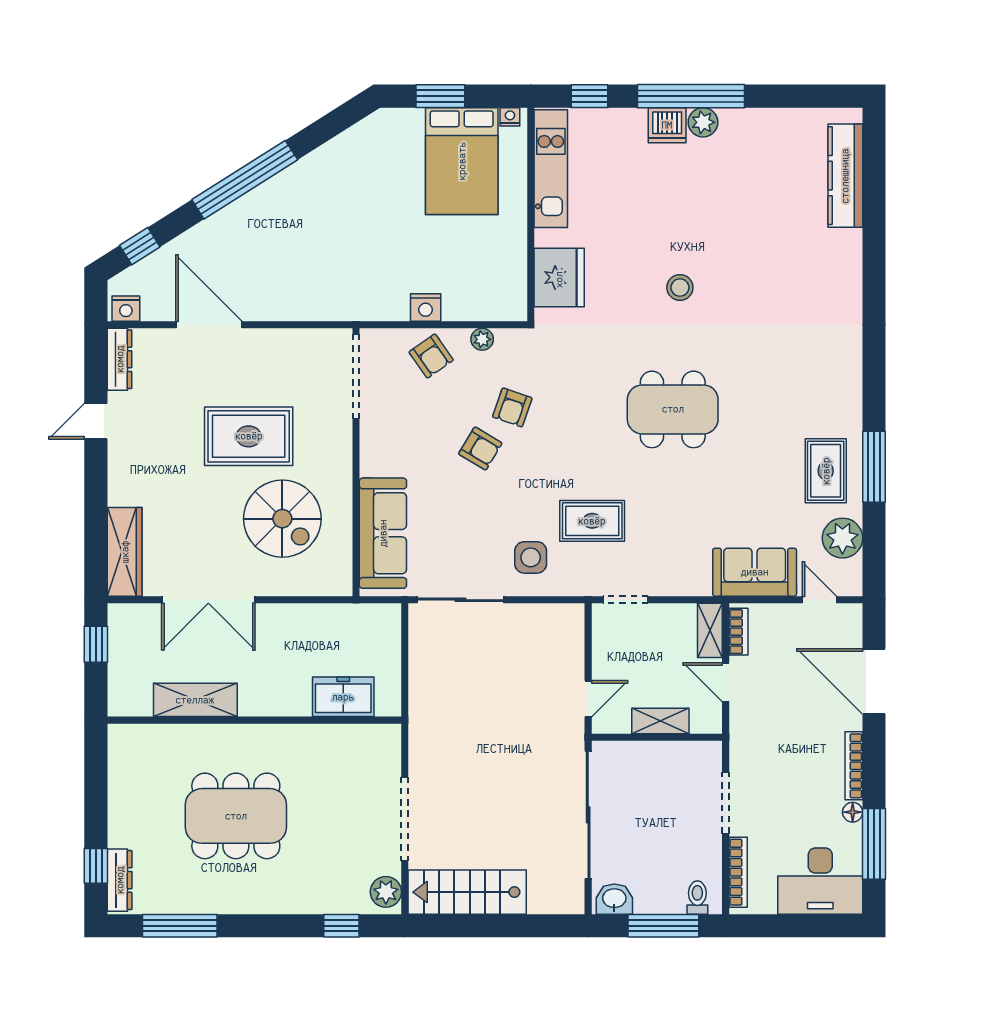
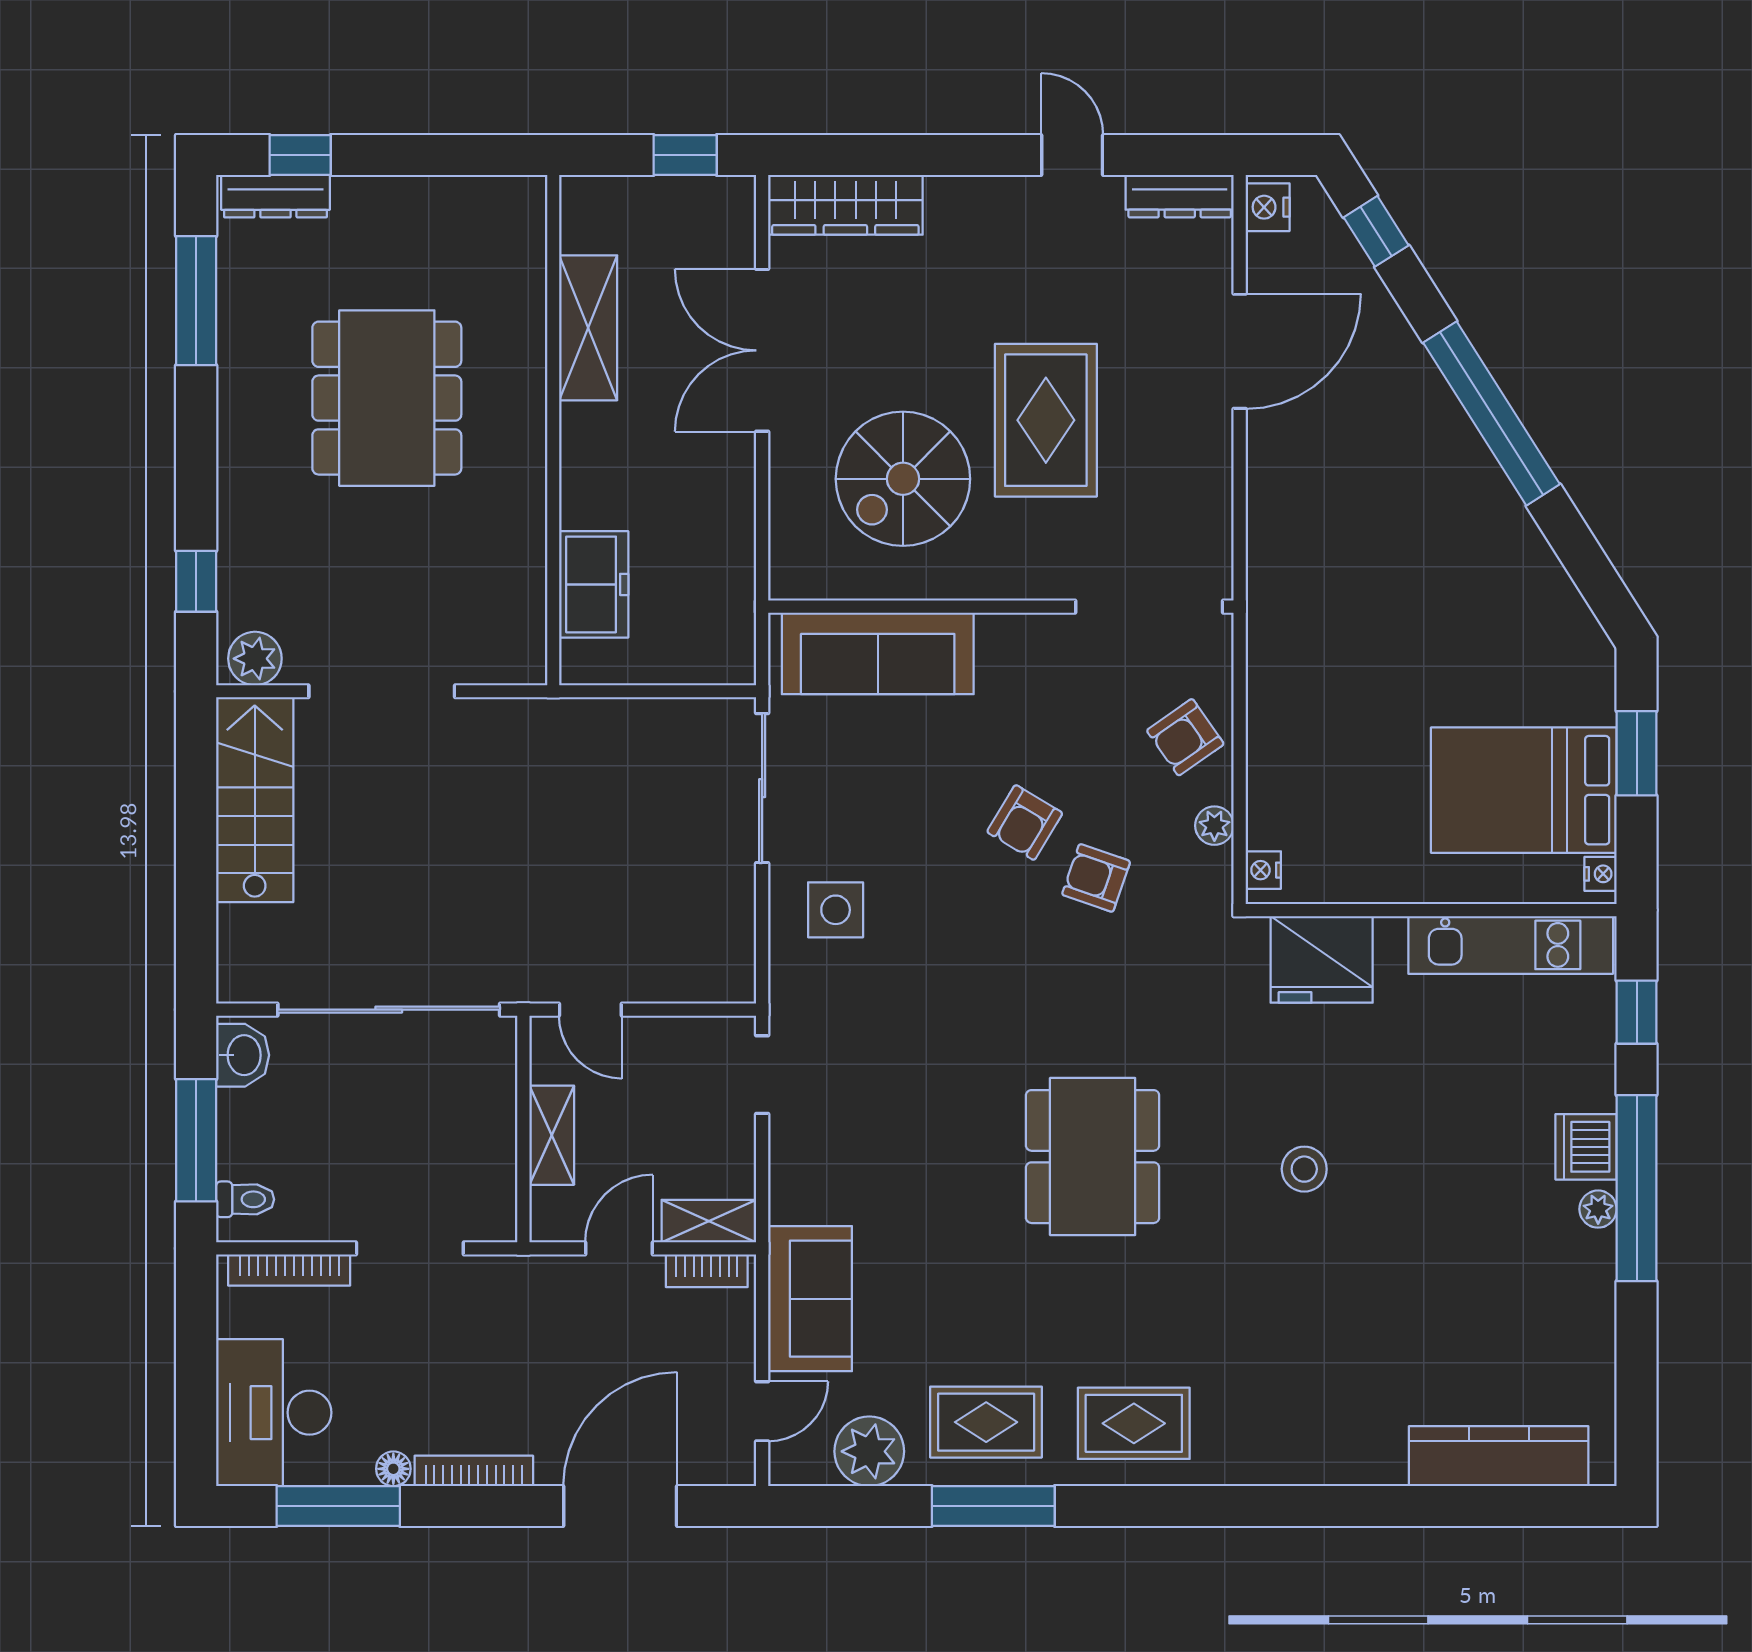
plant: (703, 122) -> (1598, 1209), width x0.73, depth x0.73
nightstand: (426, 308) -> (1263, 870), moved, width x0.72, depth x0.74
rug: (592, 521) -> (1134, 1423), moved, turned 90

